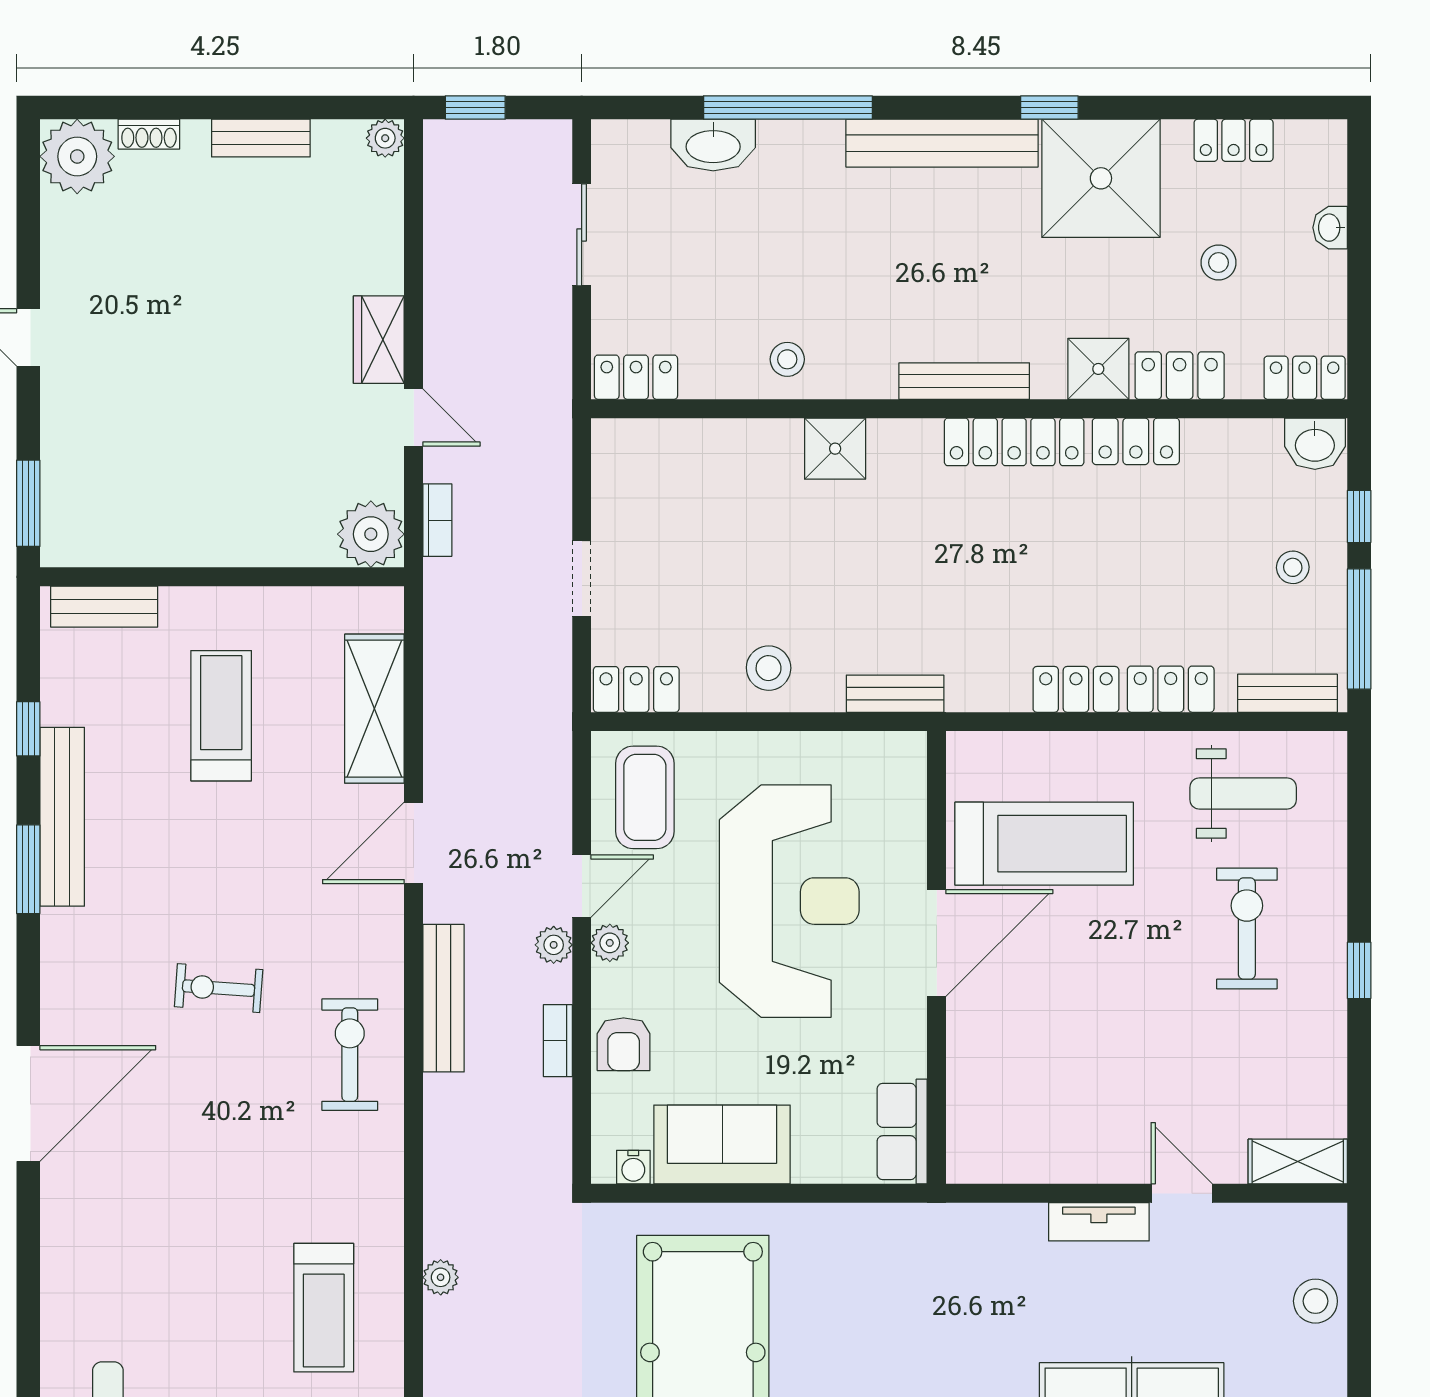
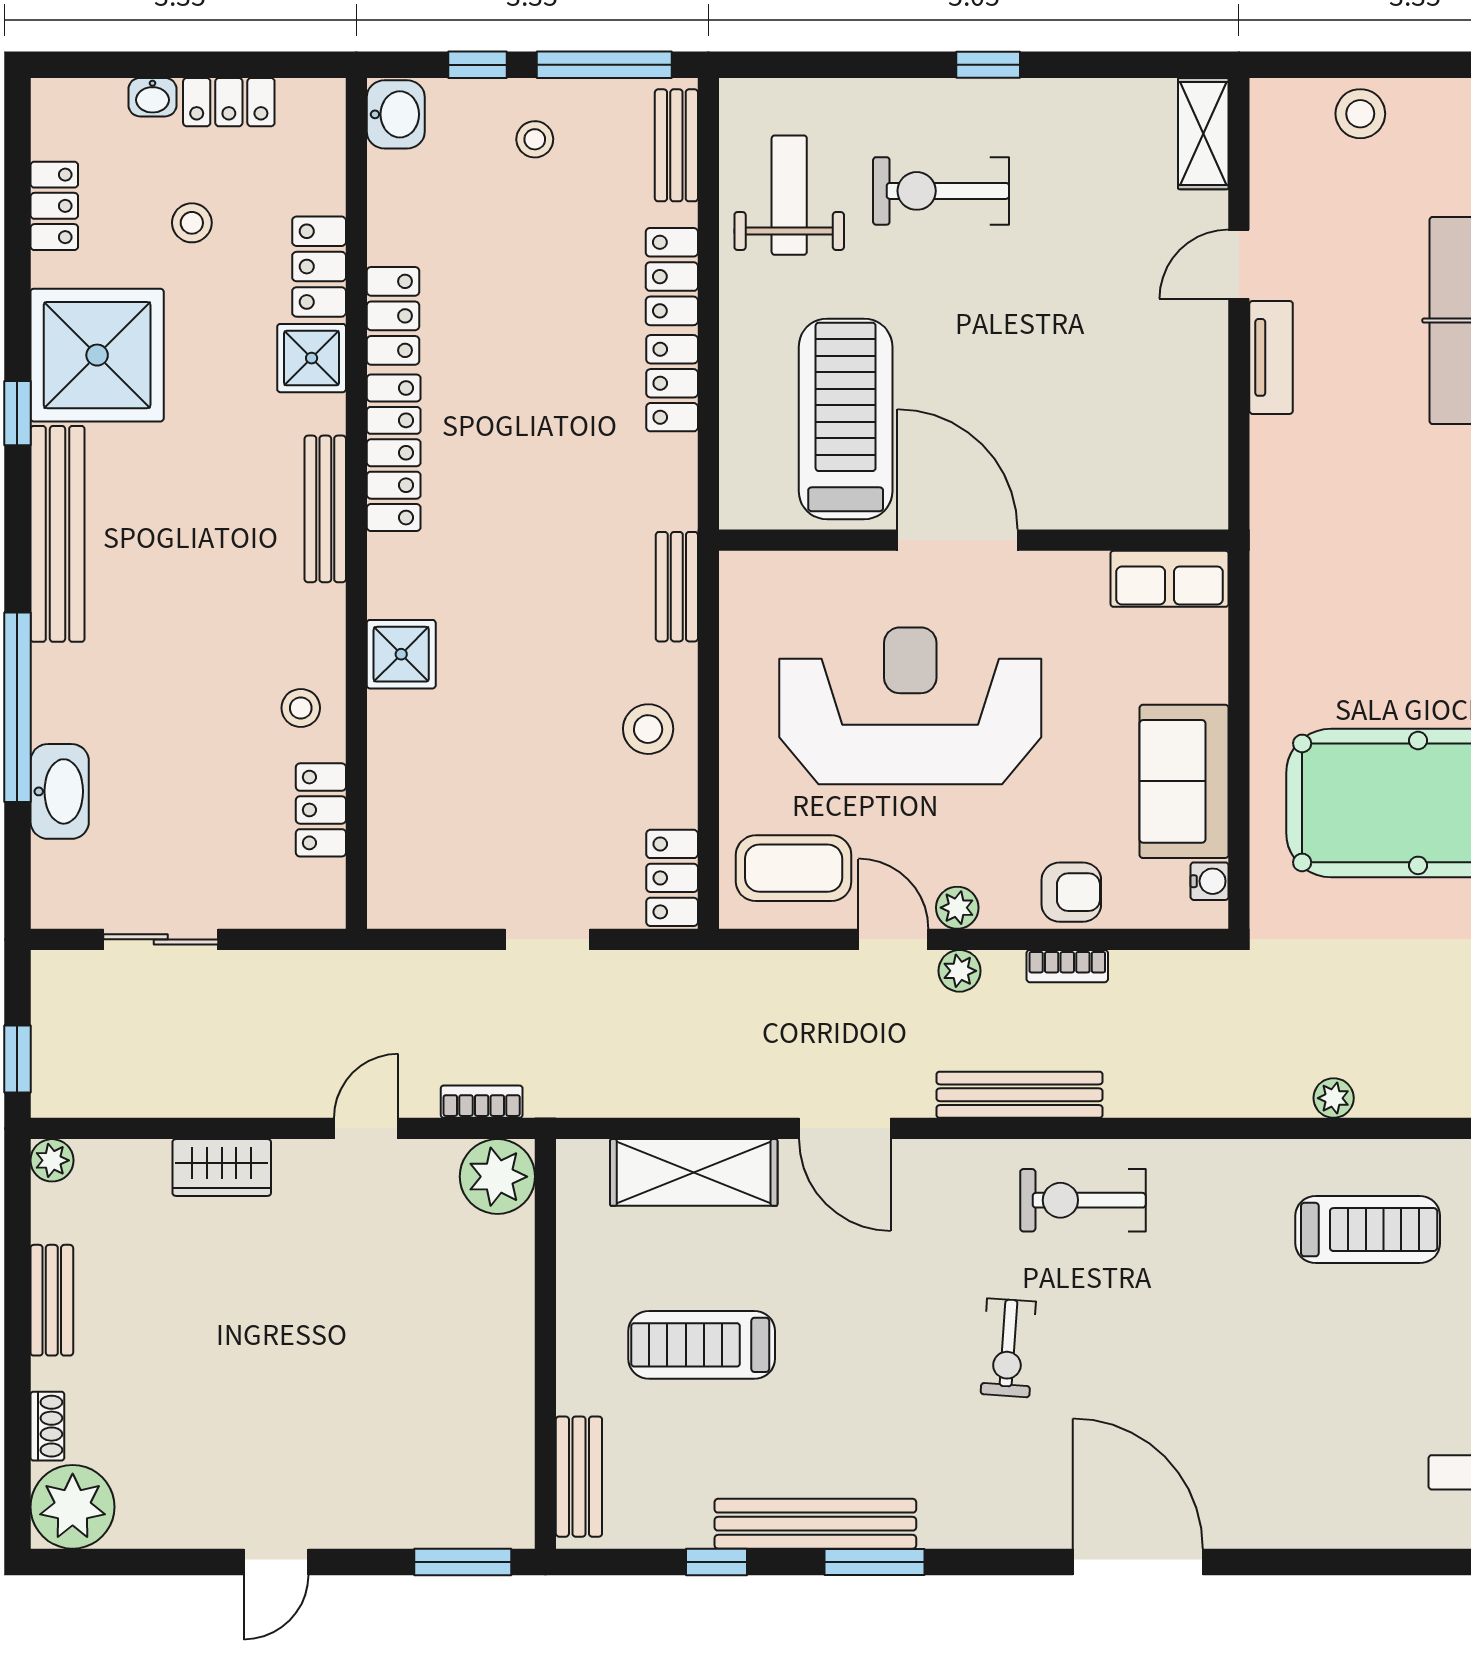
wardrobe: (379, 340) -> (222, 1168), moved
locker: (636, 377) -> (321, 810), moved
locker: (1305, 378) -> (229, 102), moved, turned -90

